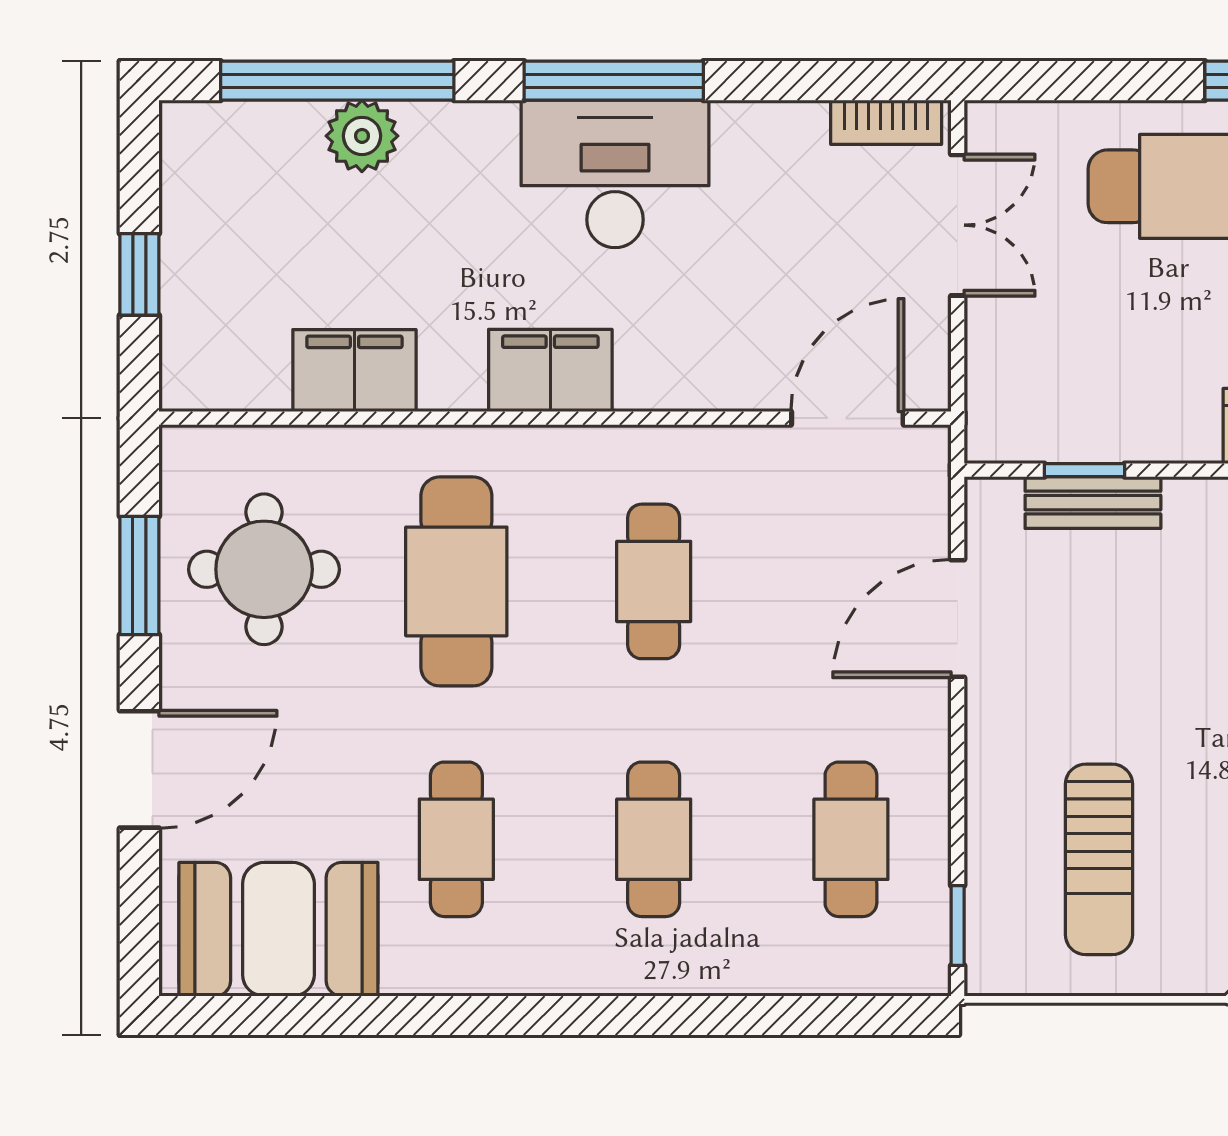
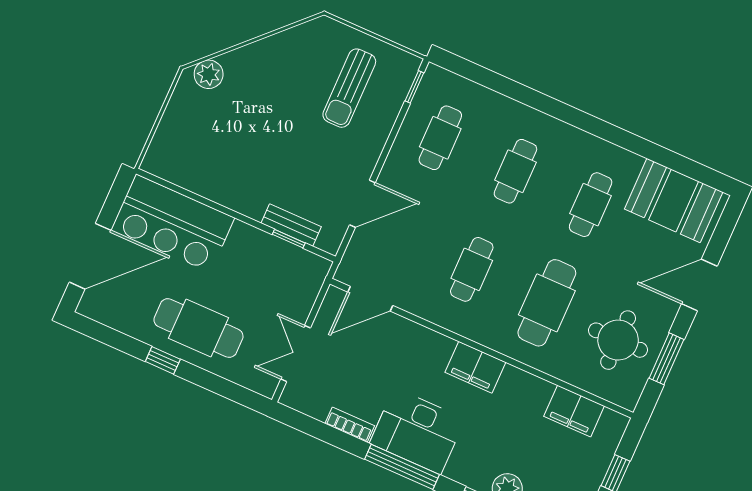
bookcase: (886, 122) -> (350, 425), moved
filing cabinet: (354, 371) -> (574, 411), moved
sun lounger: (1099, 859) -> (349, 88), turned 180

